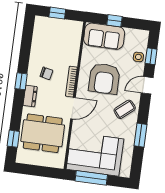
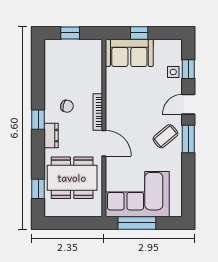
armchair: (104, 79) -> (136, 103), removed
door: (73, 108) -> (104, 143), hinge flipped
window: (140, 135) -> (188, 139), moved

